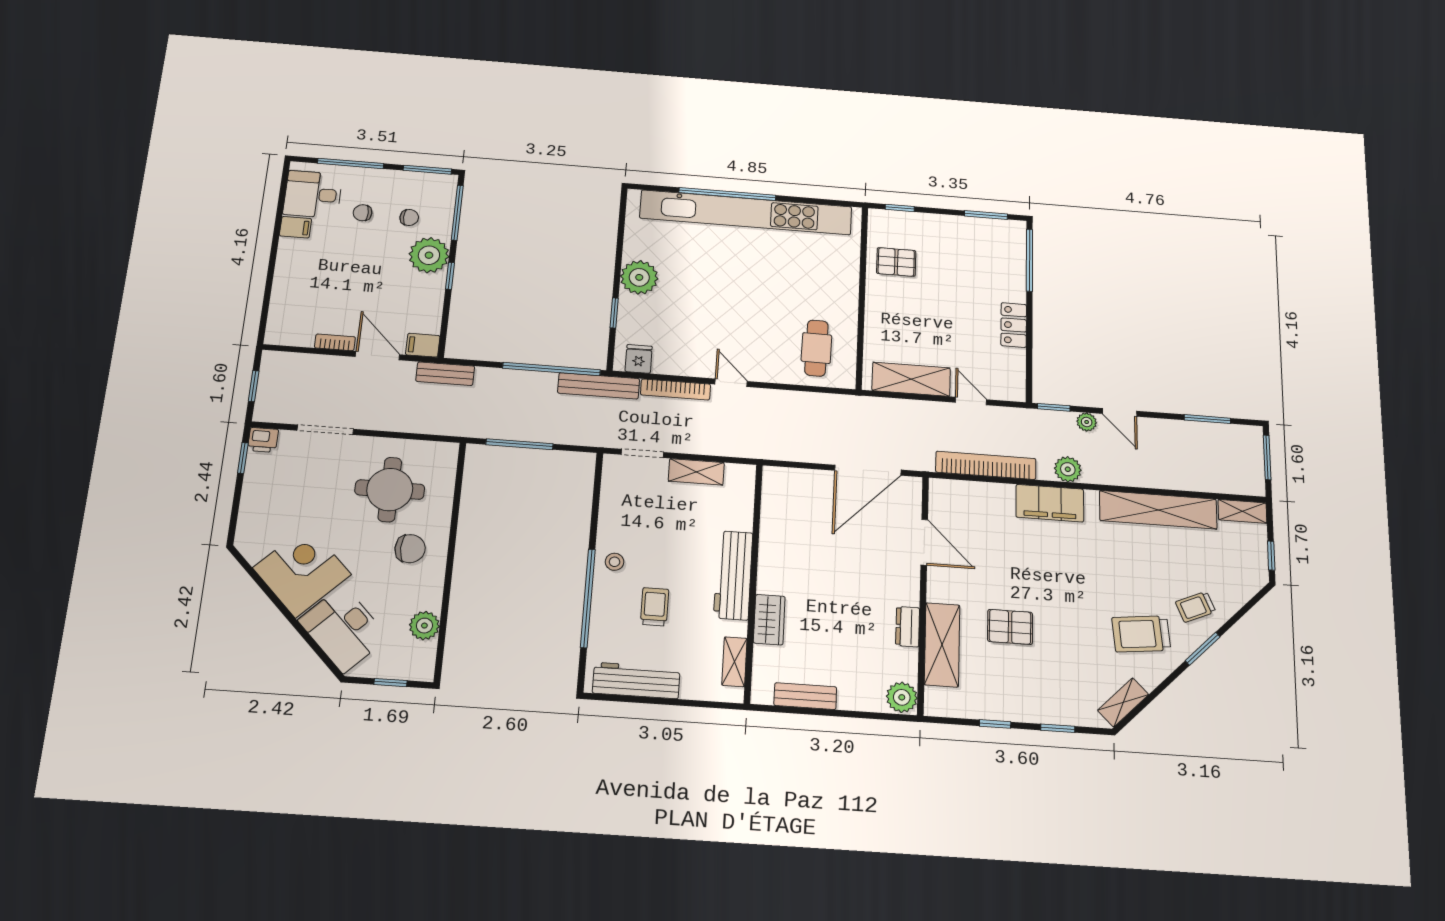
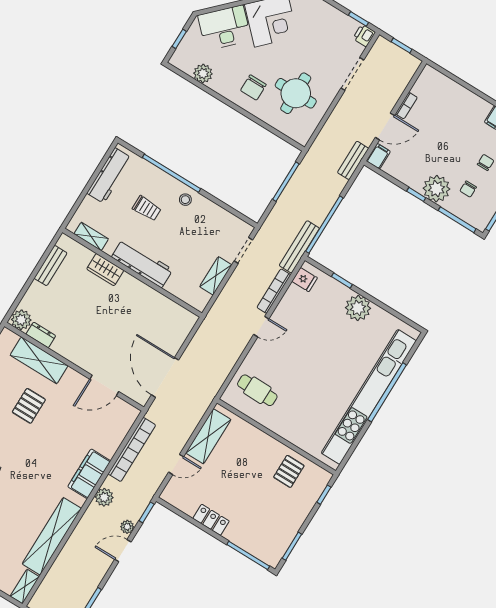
dresser: (908, 627) -> (41, 335), moved

